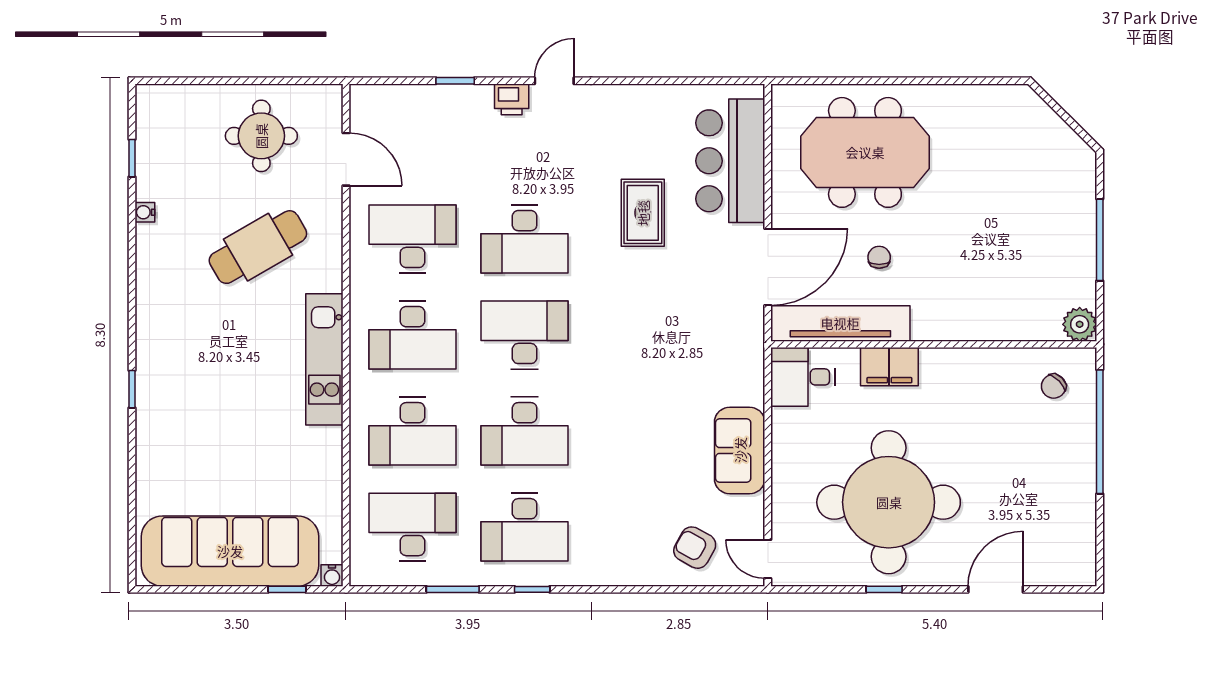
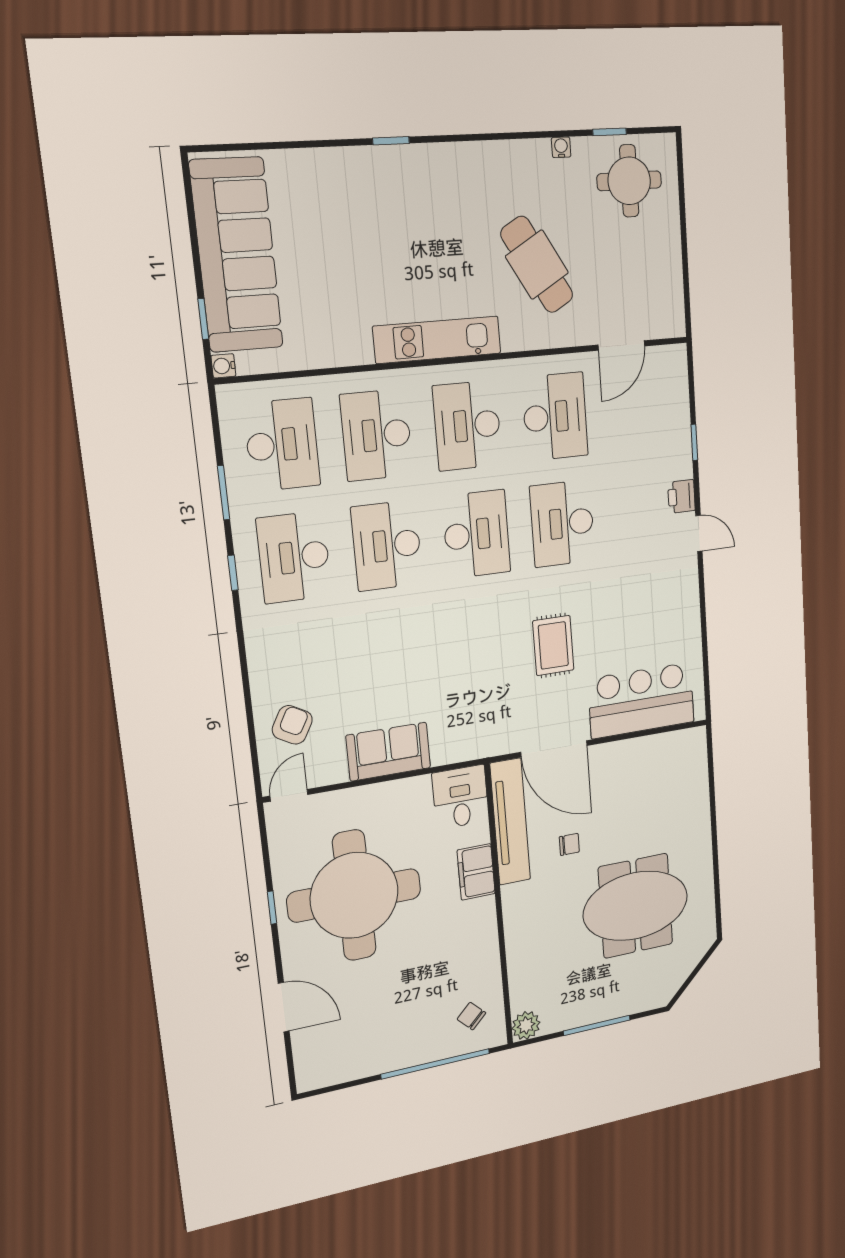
round table: (261, 136) -> (629, 181), moved
meeting table: (865, 152) -> (636, 906), moved, turned 90
rug: (643, 213) -> (553, 645), moved, turned 90

